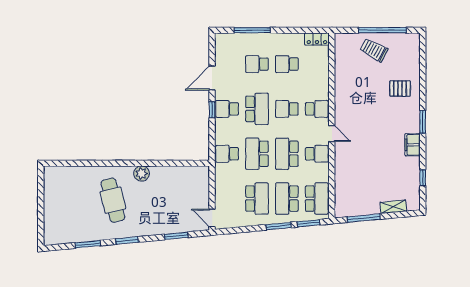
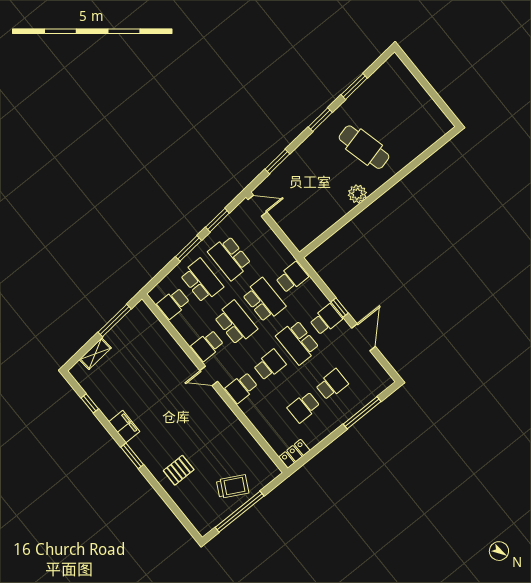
school desk: (287, 64) -> (304, 407), turned 180
school desk: (317, 199) -> (173, 303), width x0.54
window: (309, 223) -> (217, 220), moved

